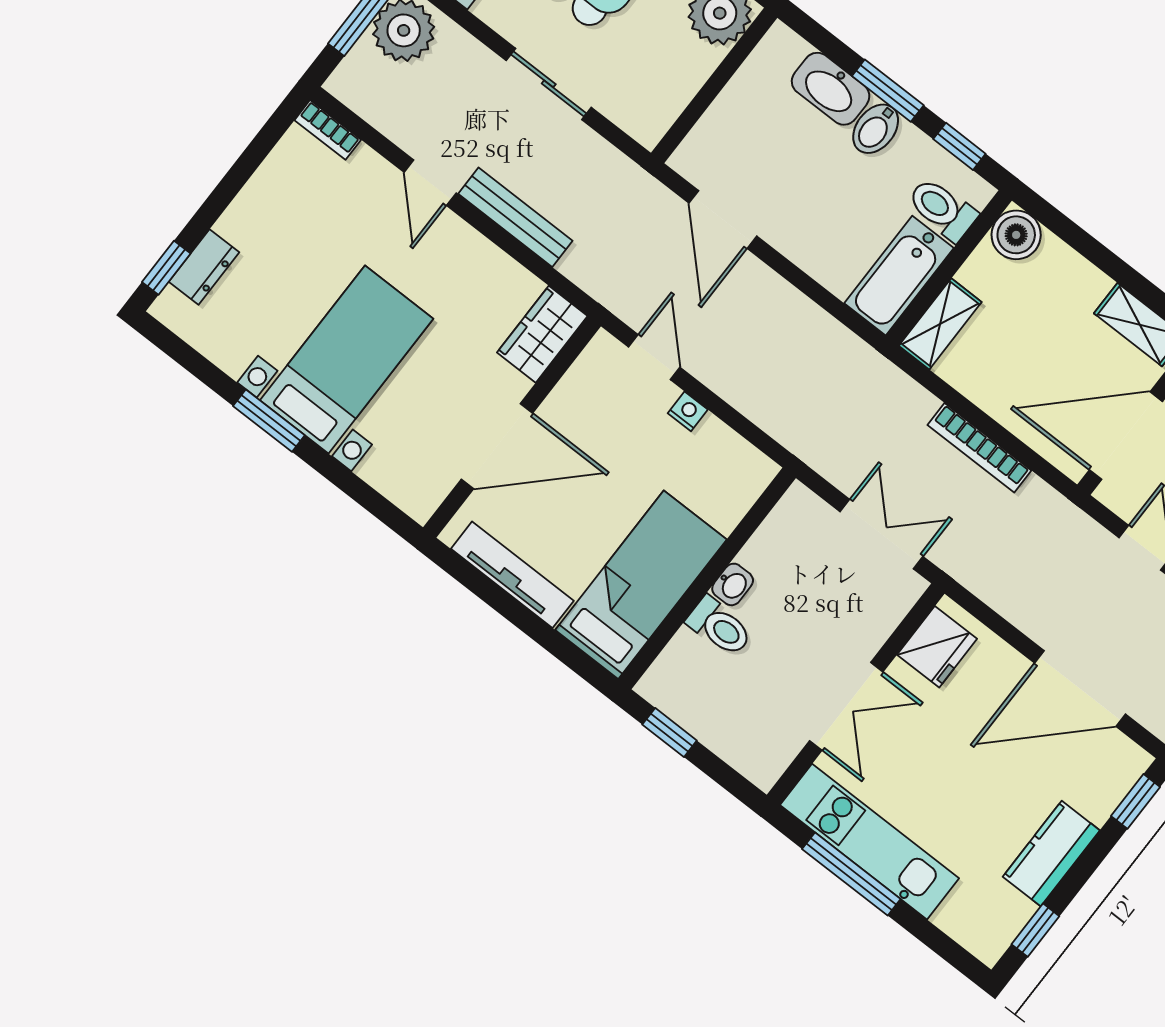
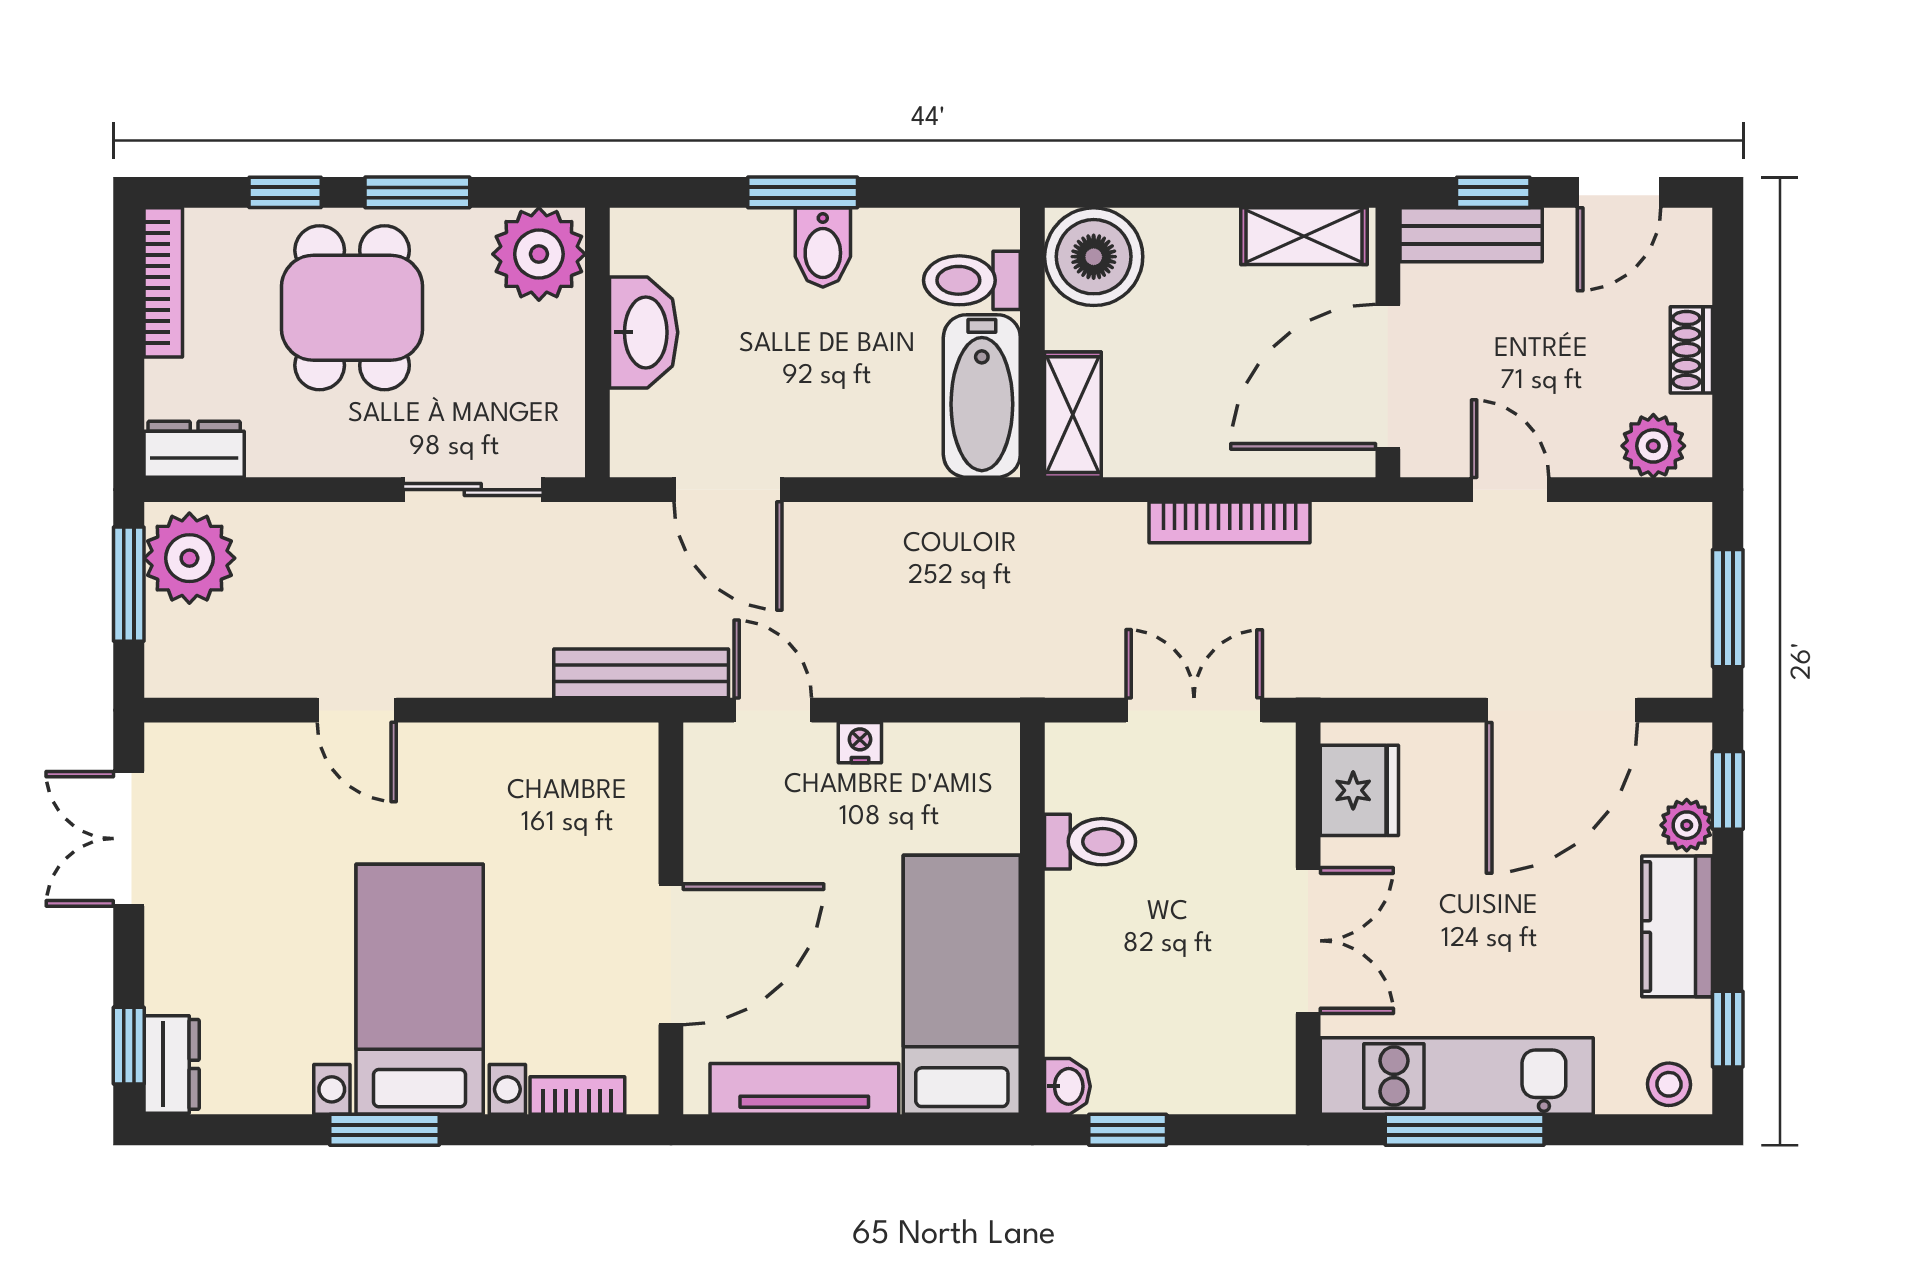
sliding door: (549, 84) -> (473, 490), moved
washbasin: (831, 89) -> (644, 332), moved, turned -90
bookcase: (328, 130) -> (577, 1096), moved, turned 180
window: (959, 146) -> (935, 192), removed
double door: (253, 156) -> (129, 839), added
bench: (515, 217) -> (641, 673), moved
boiler: (1016, 235) -> (1094, 257), width x1.37, depth x1.37
dresser: (204, 267) -> (172, 1064), moved
wardrobe: (542, 334) -> (623, 784), removed
washbasin: (733, 584) -> (1067, 1086), moved
toilet: (719, 627) -> (1090, 842), moved
plant: (1099, 803) -> (1687, 825), added
stool: (981, 935) -> (1669, 1084), added

